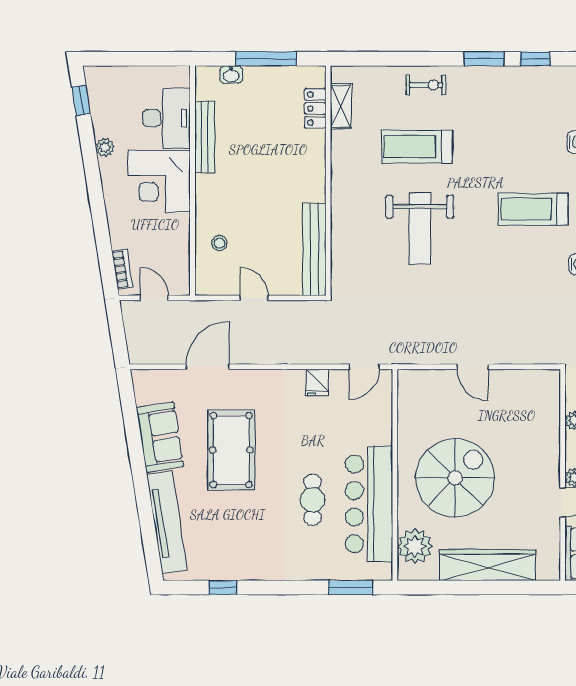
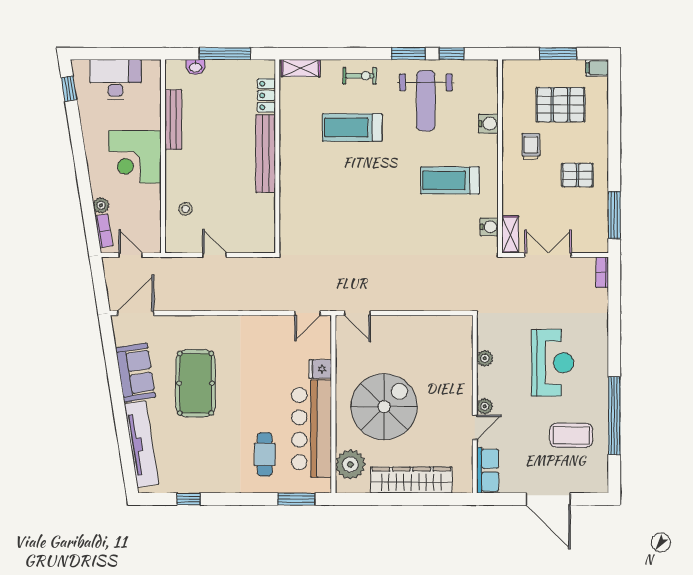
shelving: (341, 106) -> (301, 68), moved, turned 90
desk: (166, 118) -> (115, 79), moved, turned -90
plant: (105, 147) -> (101, 205), moved
weight bench: (420, 228) -> (426, 101), moved
bench: (314, 249) -> (266, 154), moved
door: (208, 367) -> (136, 313), moved
door: (472, 367) -> (357, 313), moved
fridge: (317, 382) -> (320, 369), moved, turned 90
cafe table: (312, 500) -> (265, 454), moved

